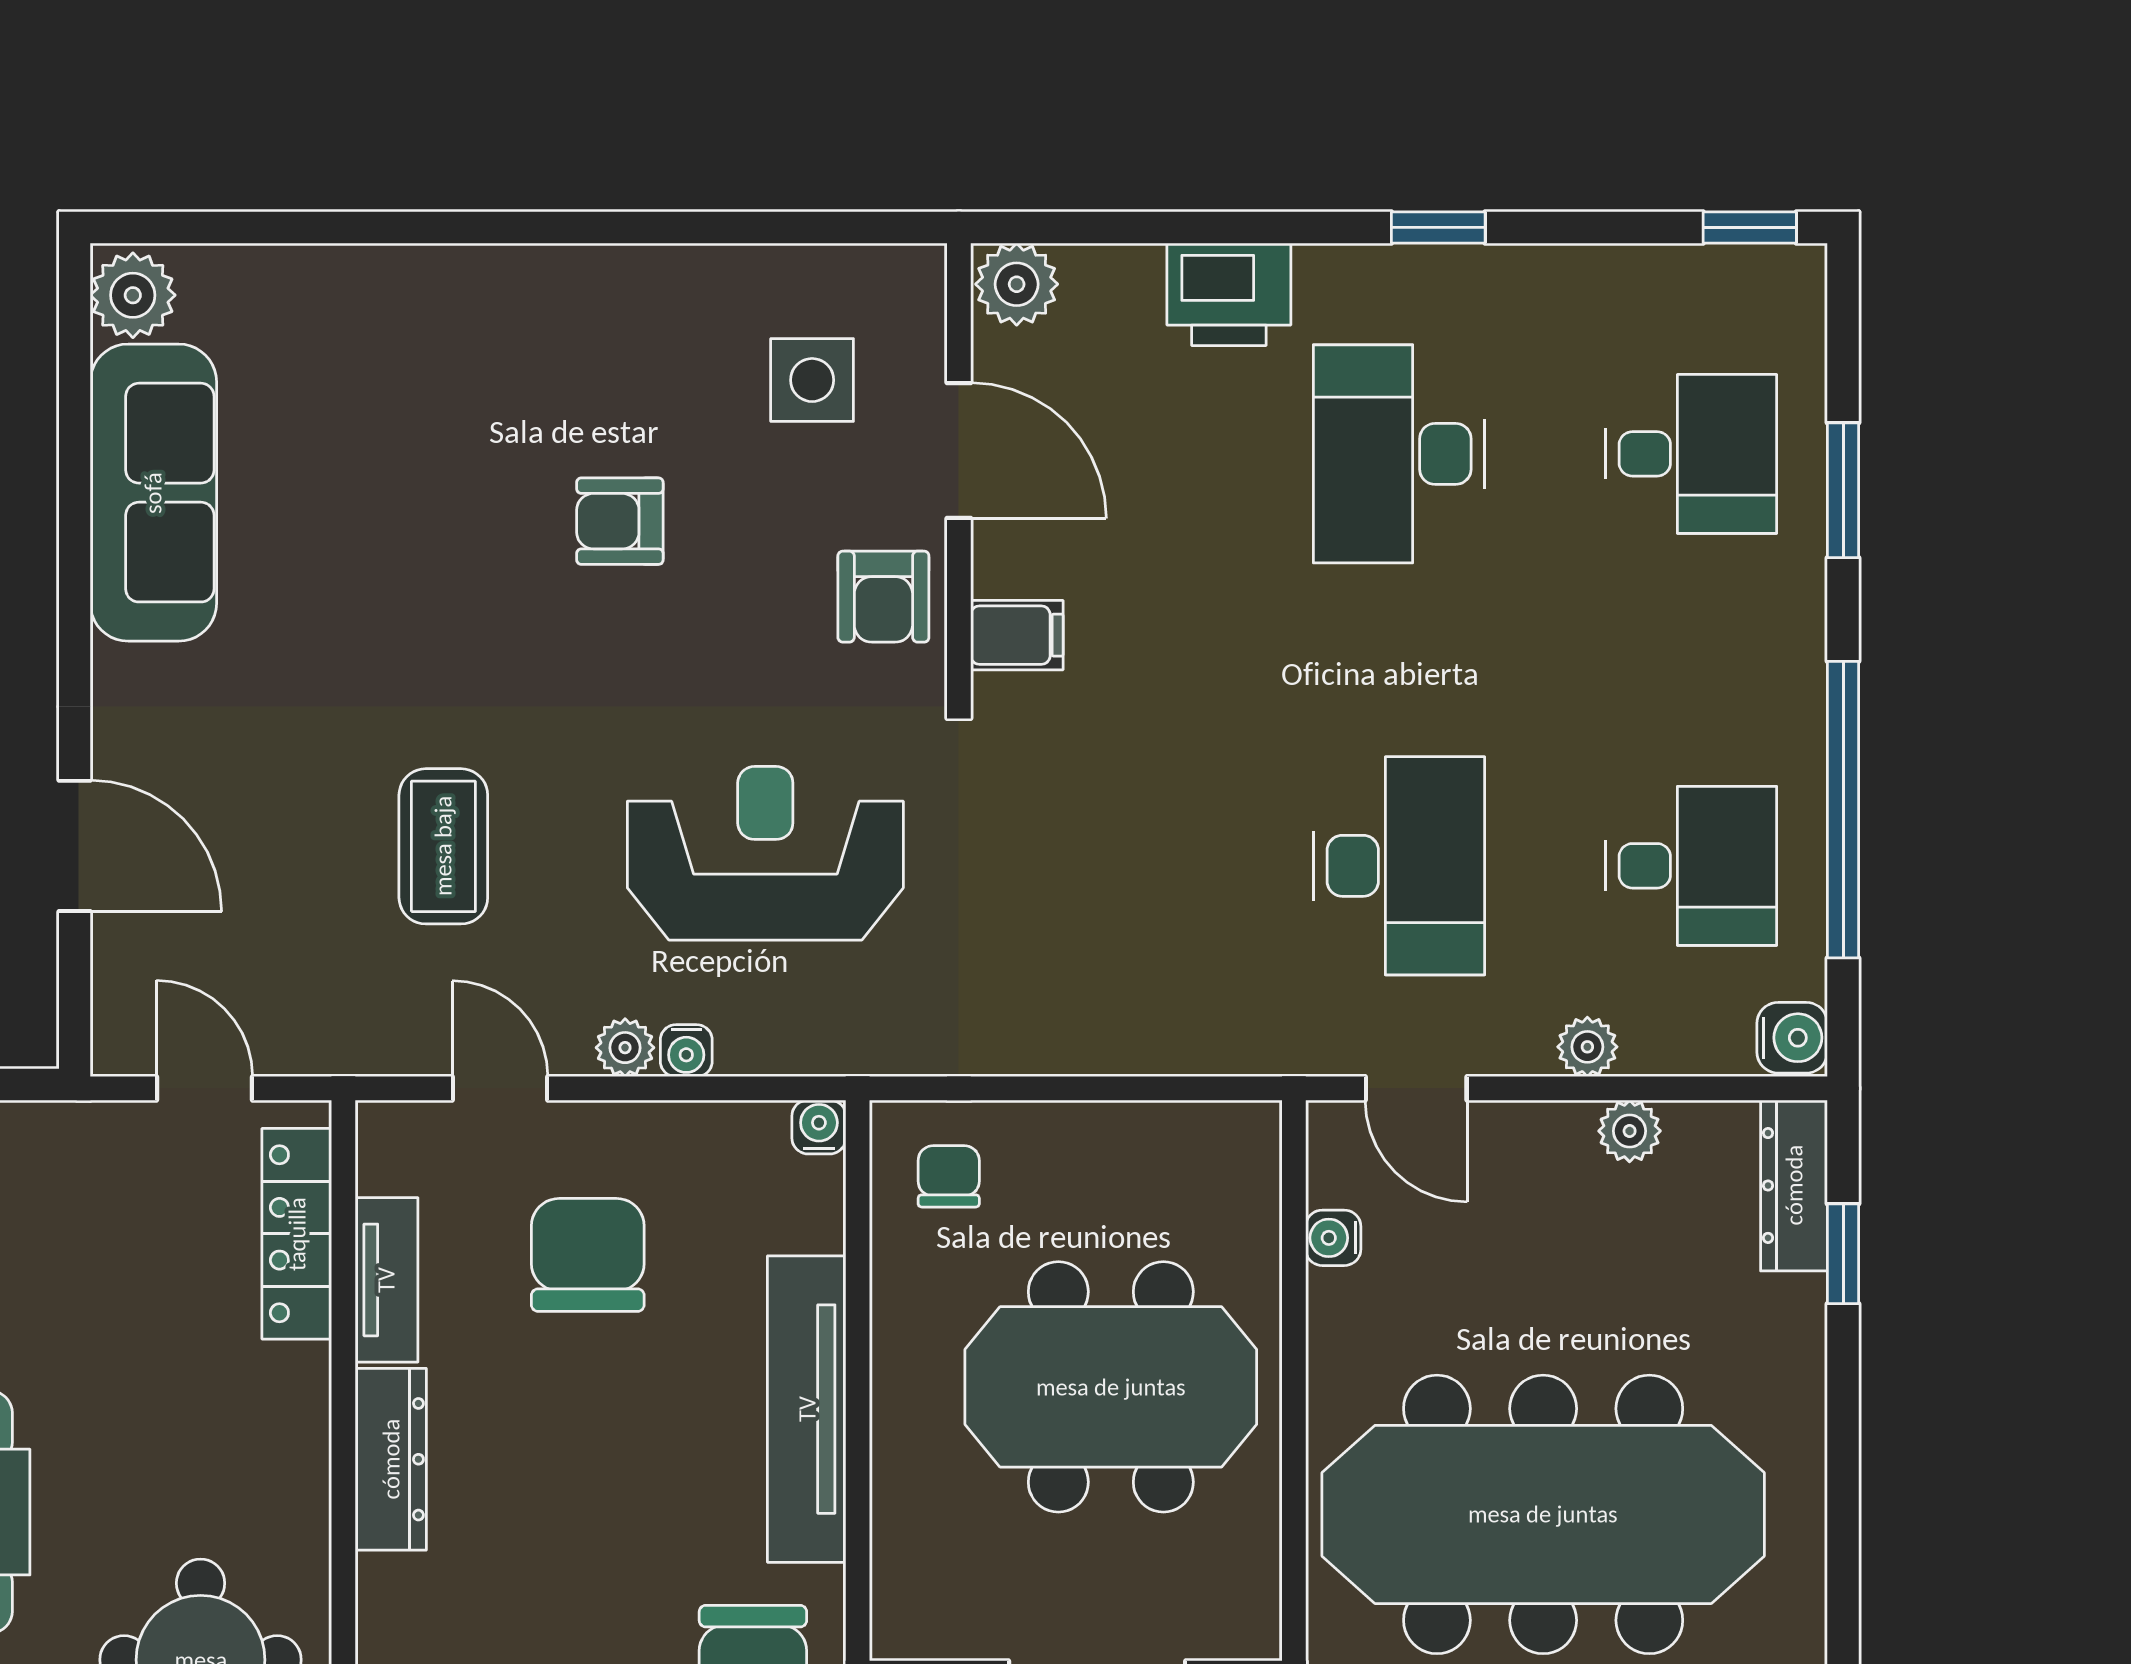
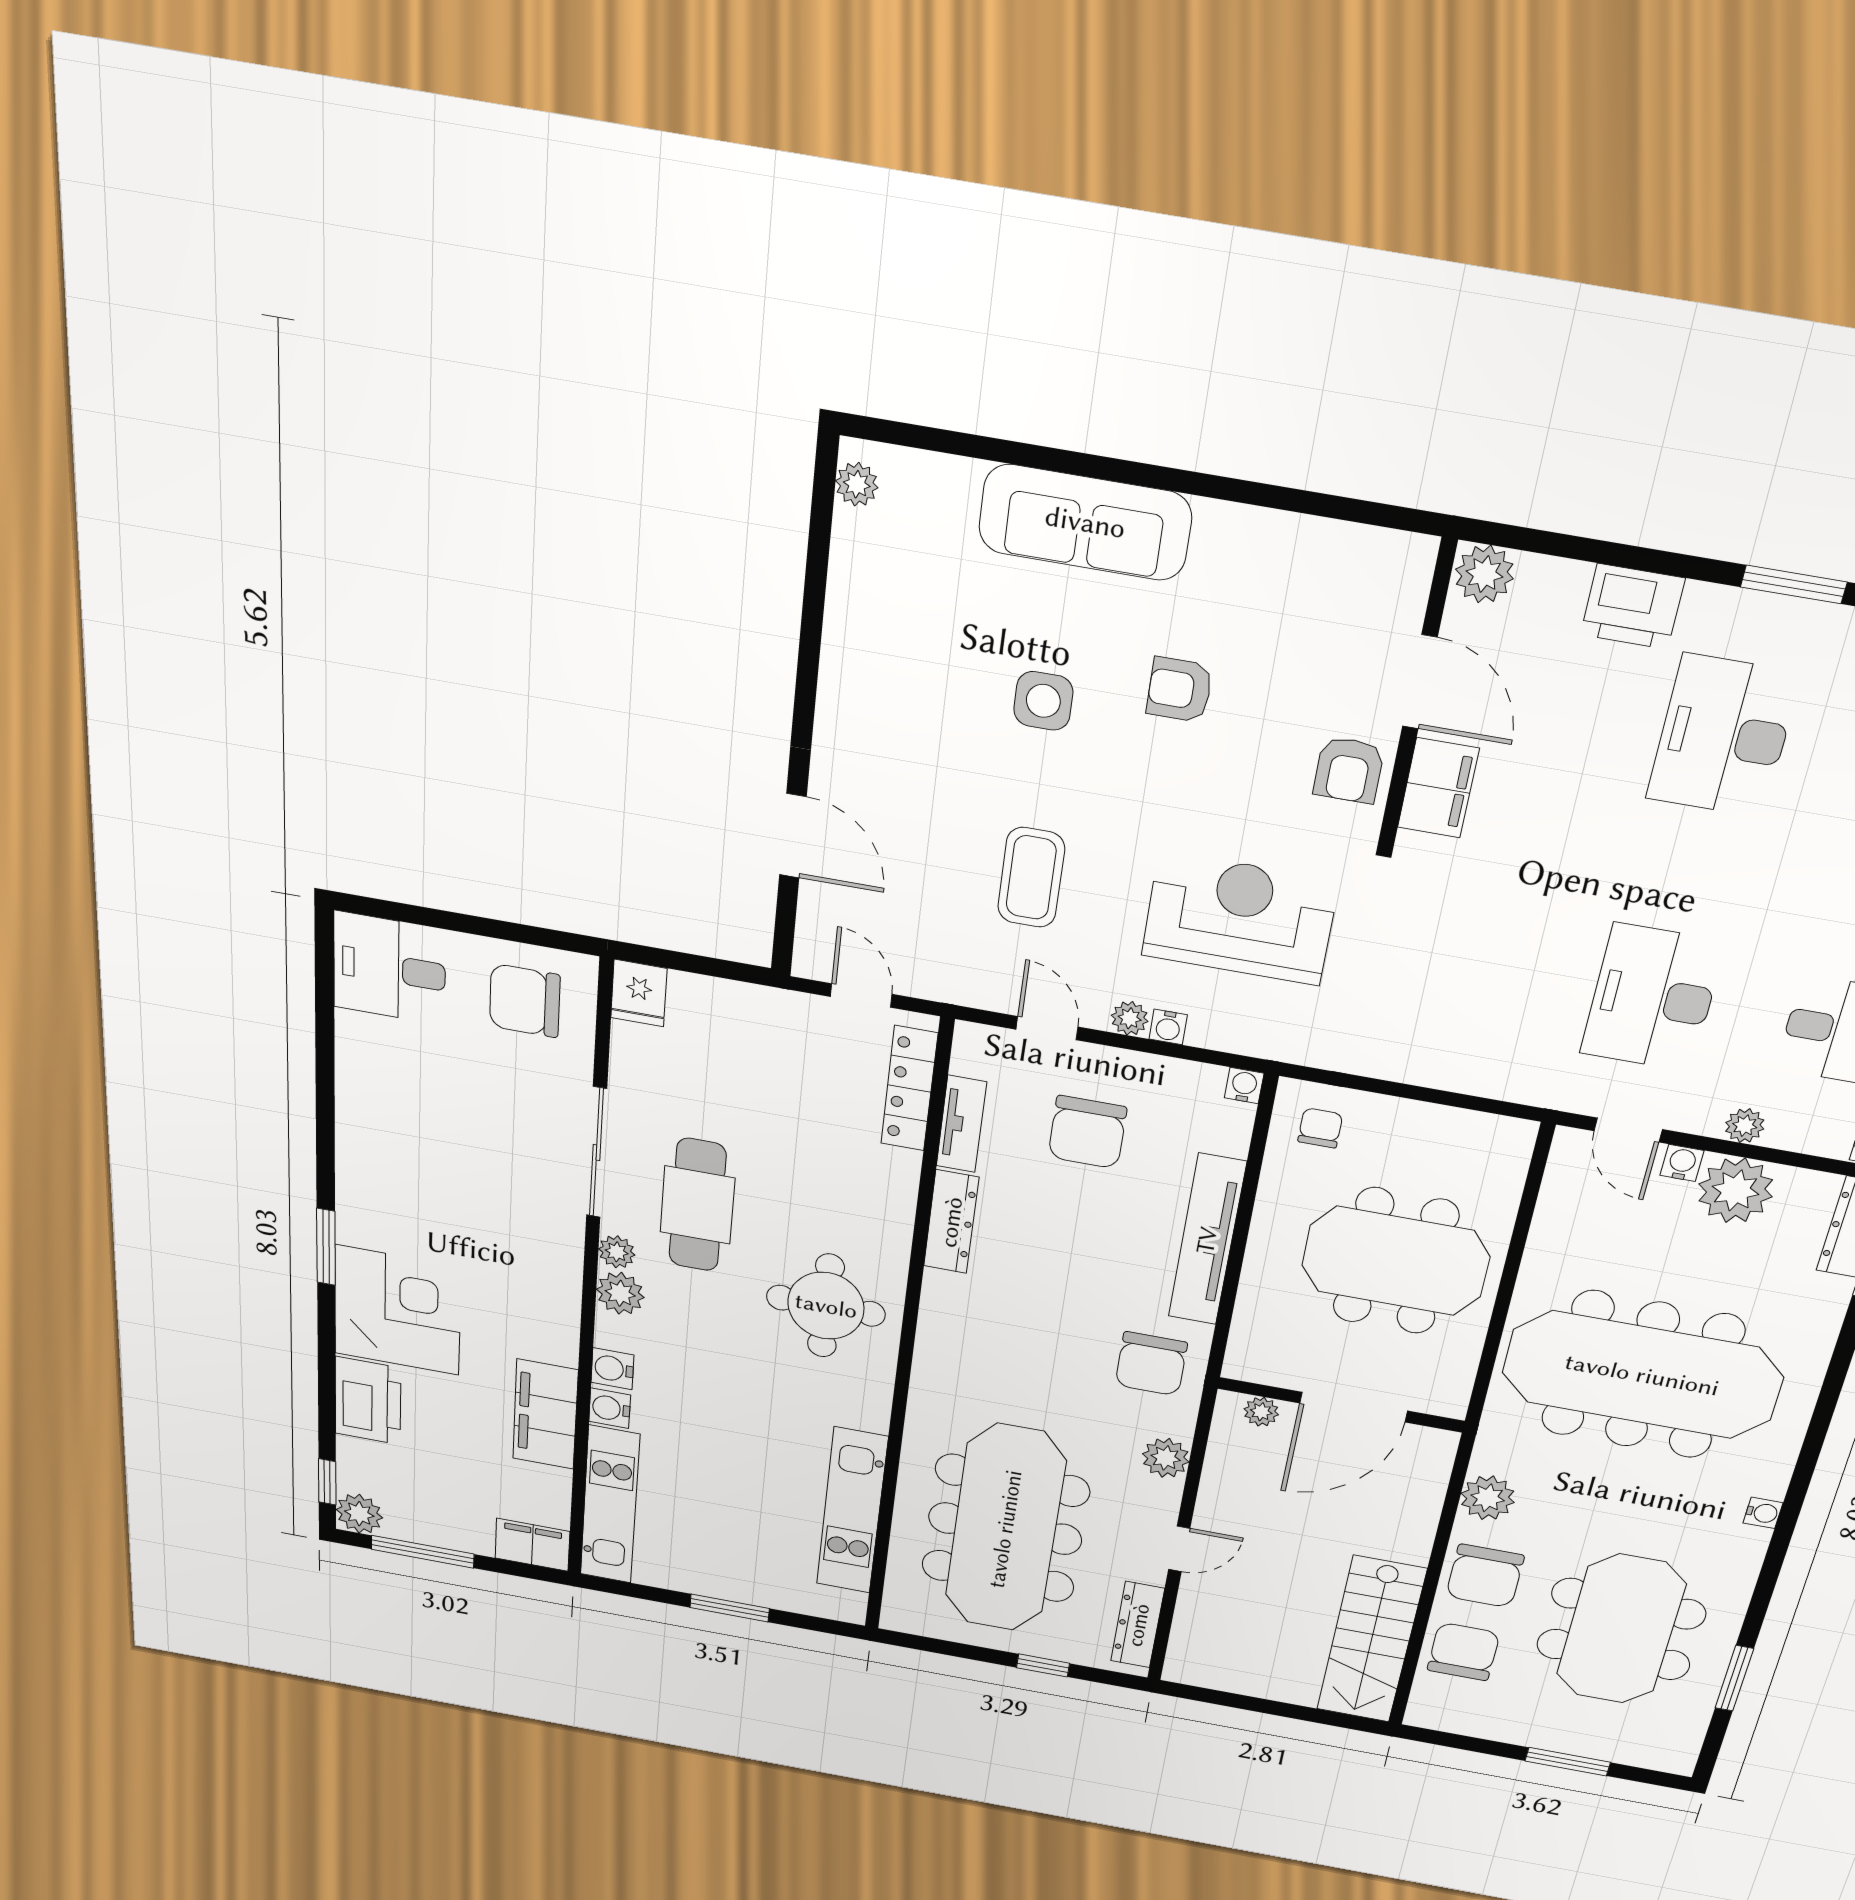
window: (1438, 227) -> (1794, 584), width x1.50
plant: (133, 295) -> (857, 484), width x0.73, depth x0.73
side table: (812, 380) -> (1043, 701), moved
sofa: (153, 493) -> (1085, 522), moved, turned 90
filing cabinet: (1017, 635) -> (1438, 788), width x2.00
desk: (1399, 866) -> (1653, 998), turned 180
plant: (1630, 1131) -> (1736, 1190), width x1.88, depth x1.88
water cooler: (1333, 1238) -> (1682, 1163), moved, turned 90
chair: (588, 1255) -> (1087, 1132), turned 180

